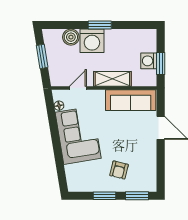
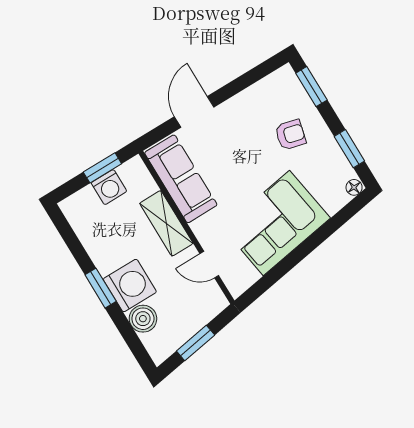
floor lamp: (59, 106) -> (354, 187), moved
window: (105, 196) -> (349, 149), moved

